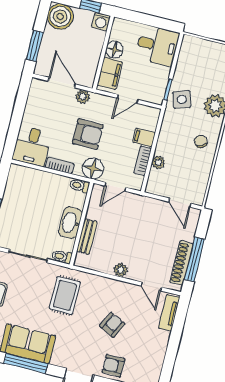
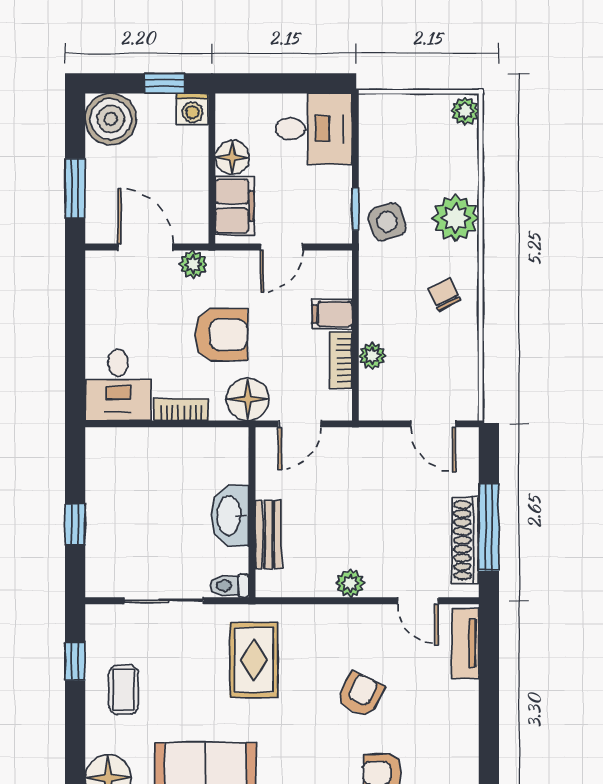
toilet: (79, 186) -> (229, 439), removed

